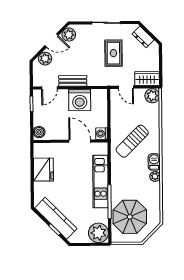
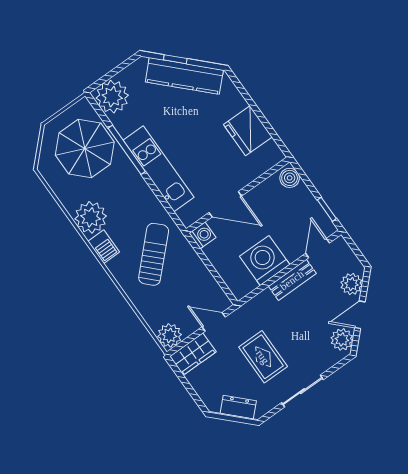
plant: (155, 176) -> (91, 217), width x1.87, depth x1.87

